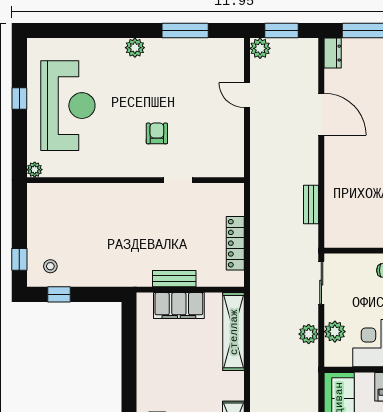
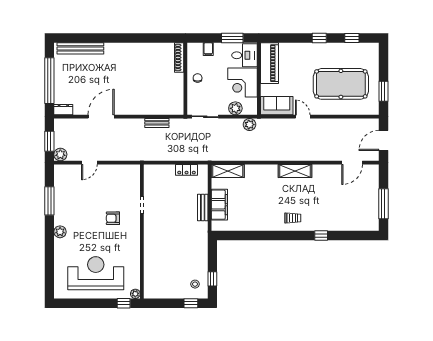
window: (19, 99) -> (124, 303), moved
locker: (235, 243) -> (187, 170), width x0.66
shelving: (234, 332) -> (228, 171), width x0.68
plant: (309, 334) -> (249, 125), moved

